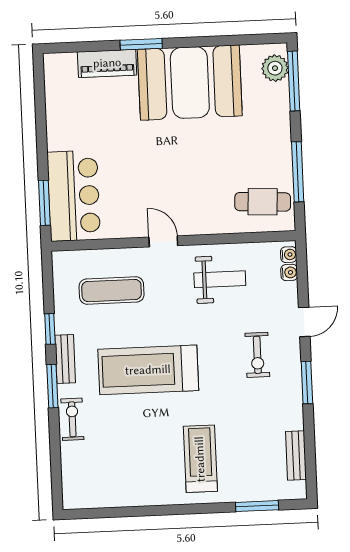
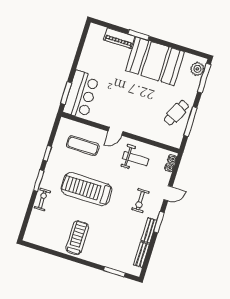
cafe table: (263, 202) -> (176, 113), moved, turned -67
door: (163, 241) -> (115, 131), swing flipped
bench: (65, 359) -> (149, 230), moved
treadmill: (200, 459) -> (77, 238), moved

